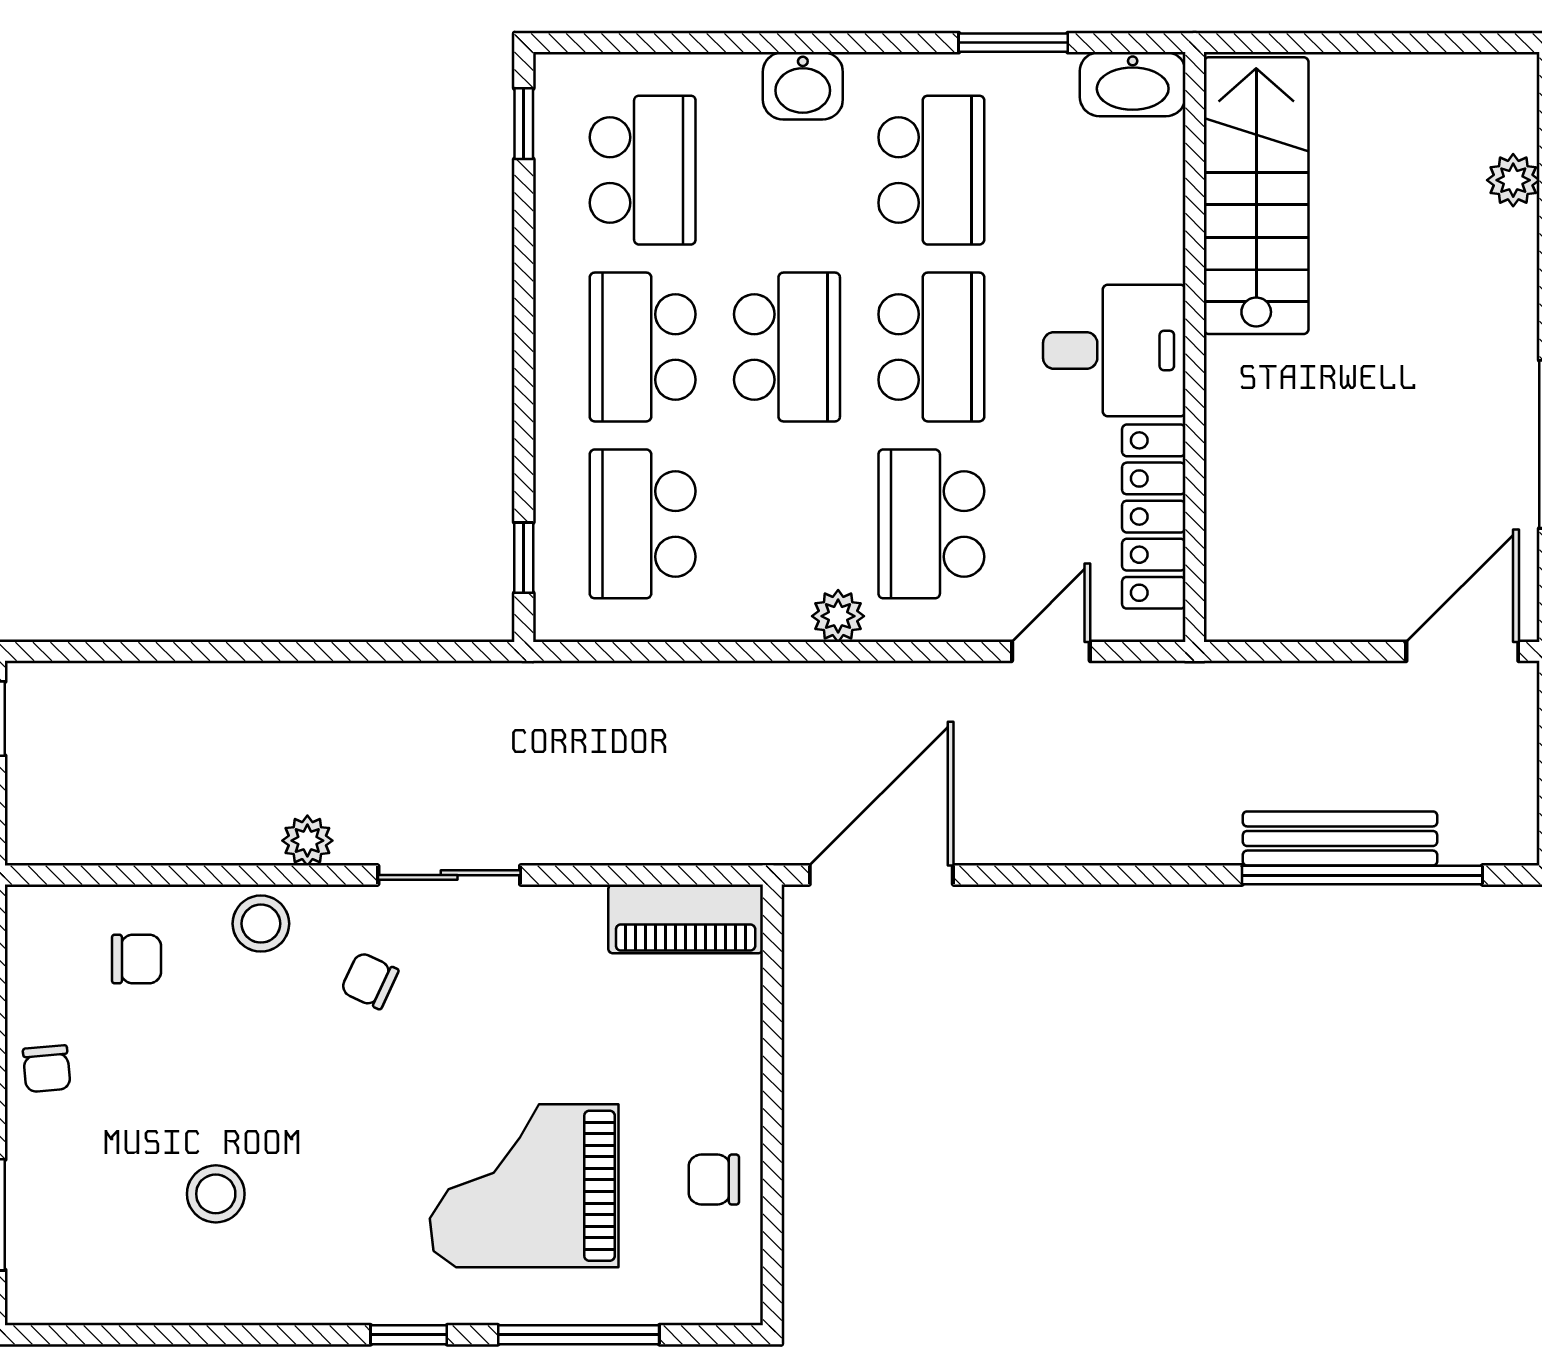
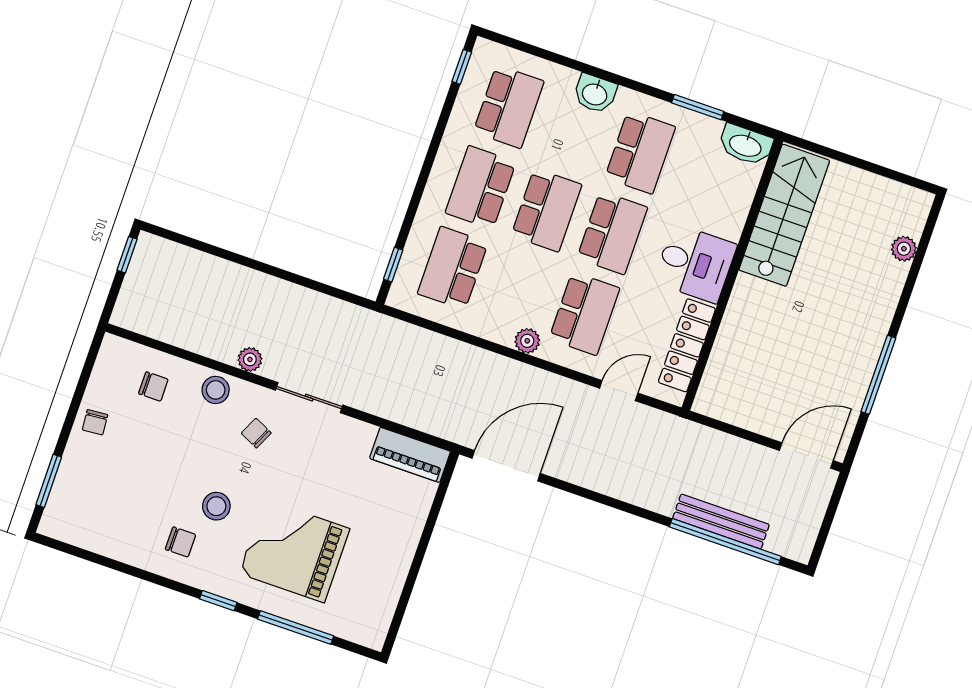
school desk: (931, 524) -> (584, 314), turned 180
chair: (714, 1180) -> (180, 542), moved, turned 180
stool: (216, 1194) -> (216, 506), moved

